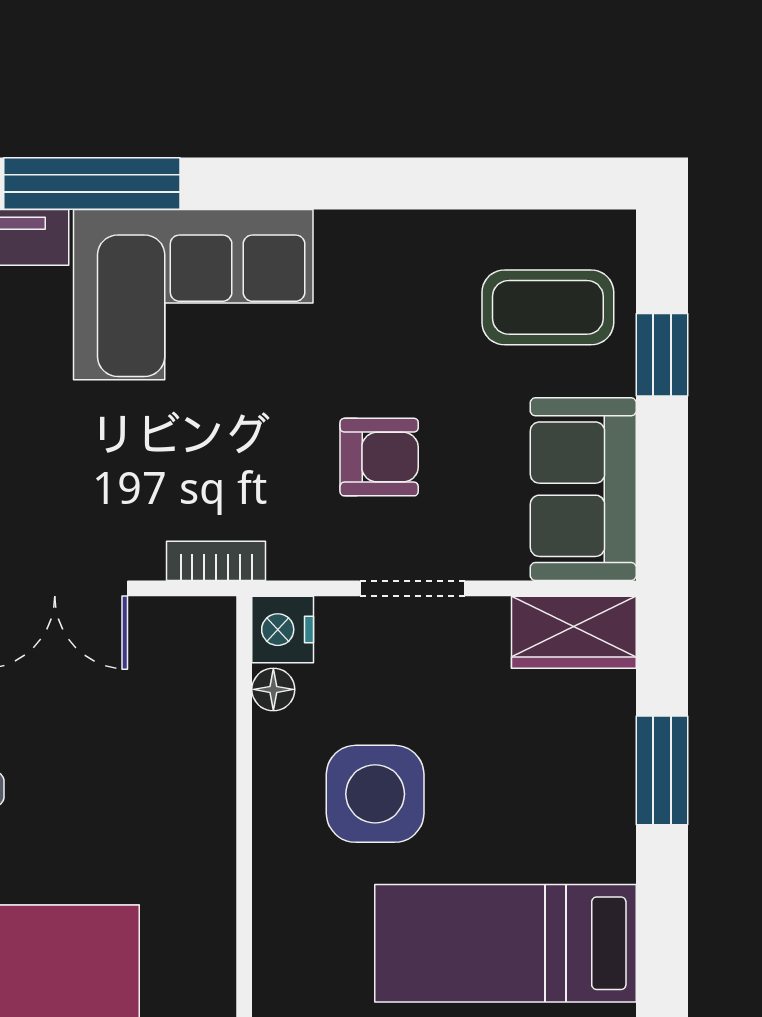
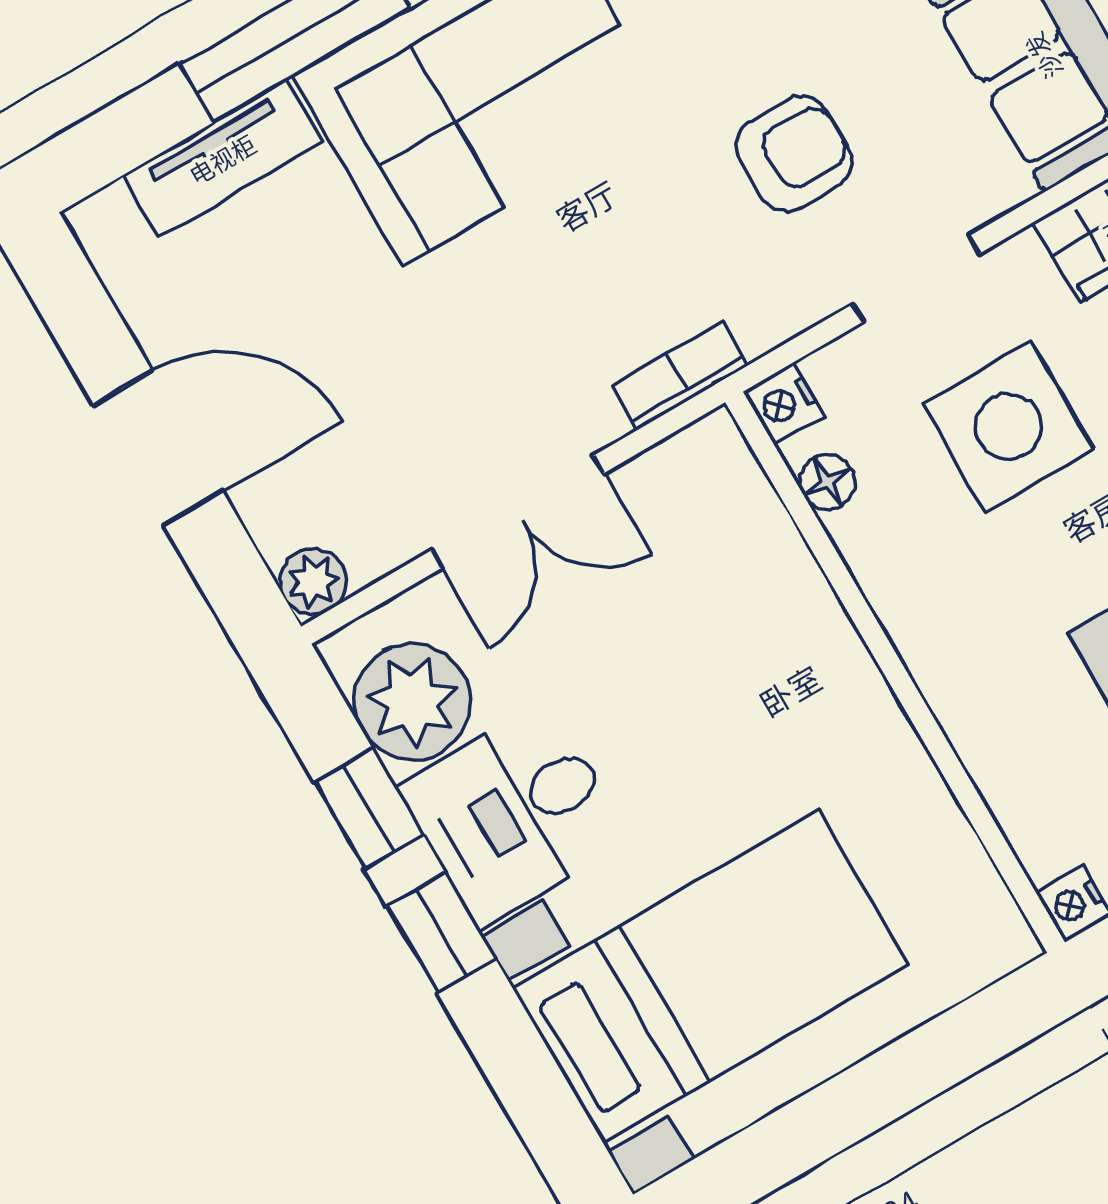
nightstand: (283, 630) -> (784, 404), width x0.72, depth x0.74
side table: (375, 794) -> (1008, 426), moved

